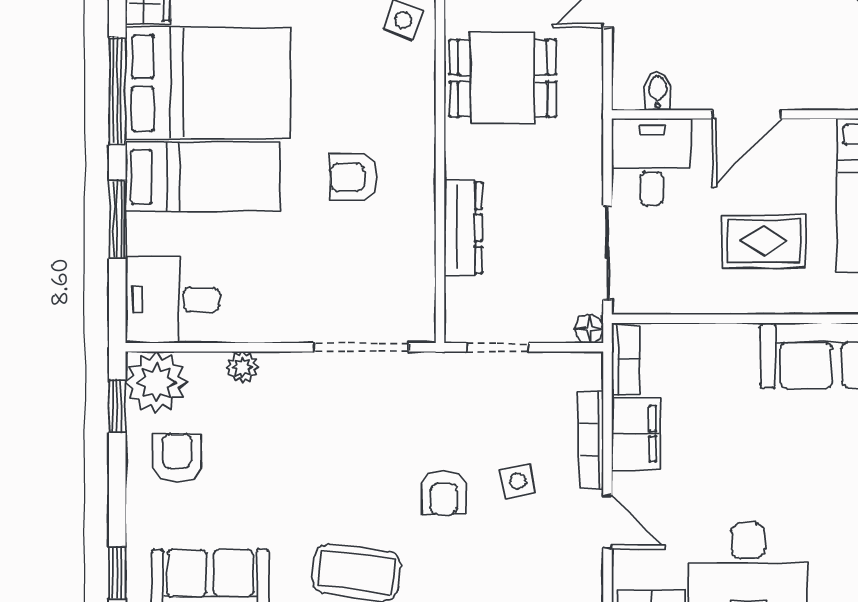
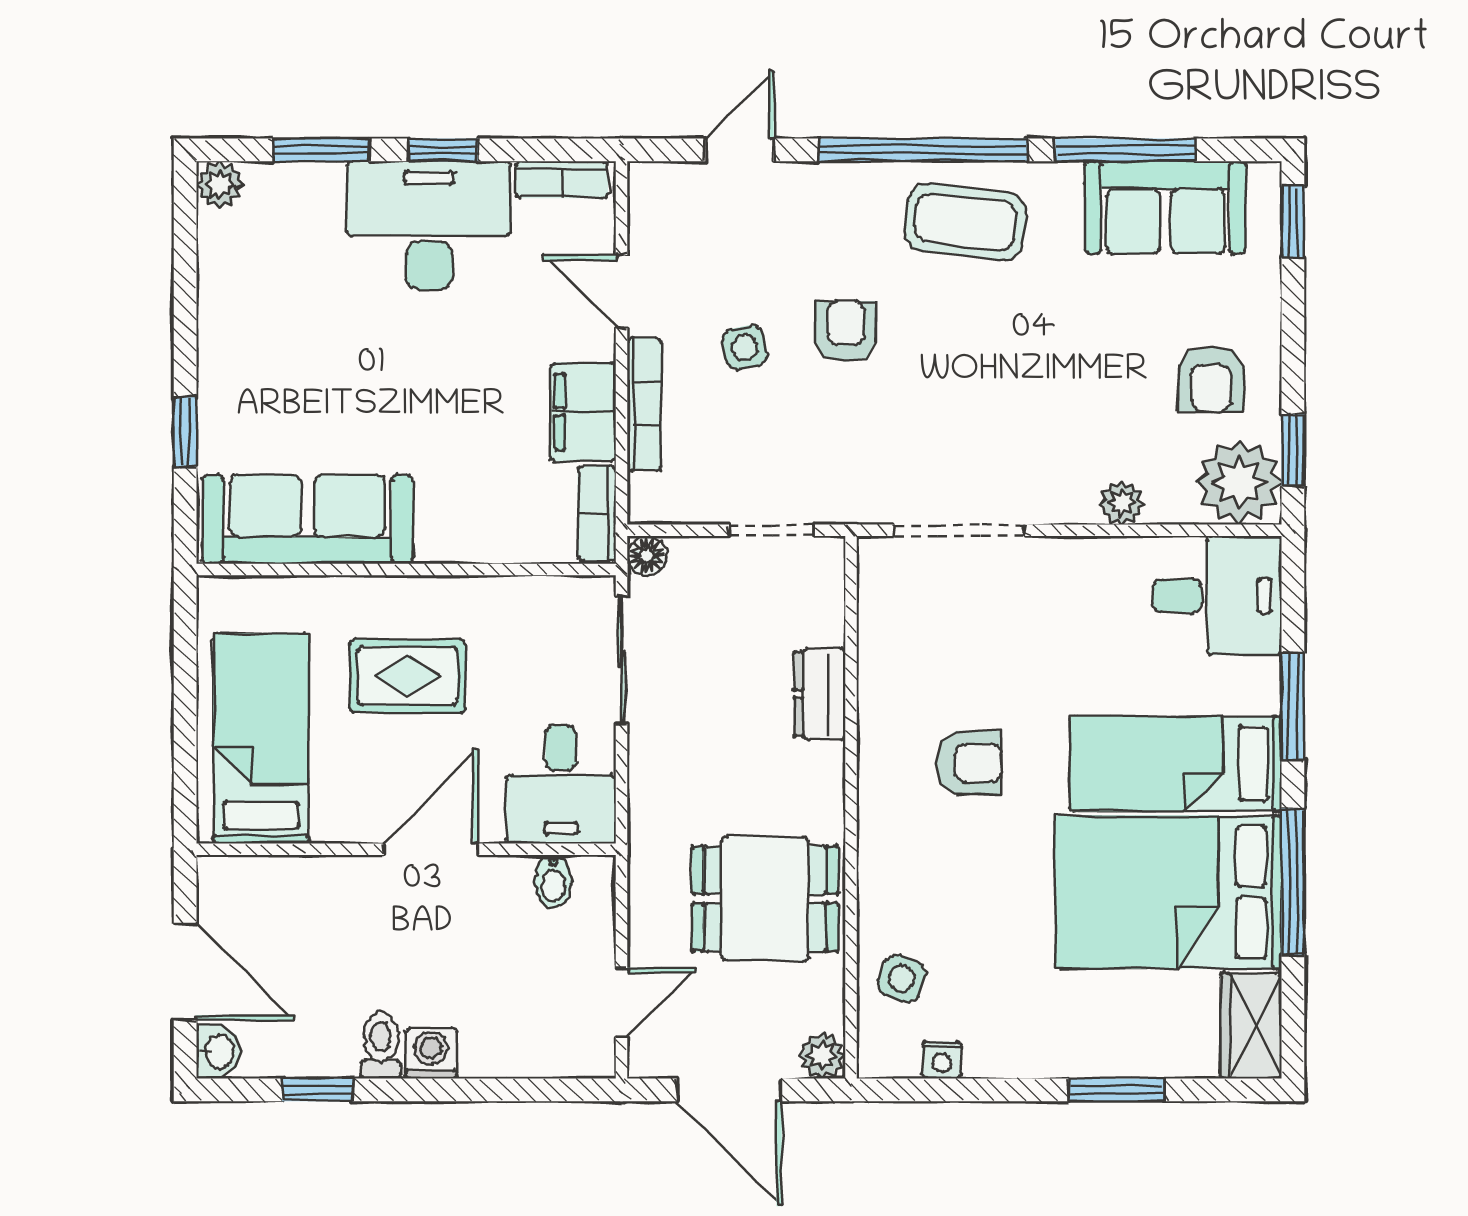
dresser: (463, 228) -> (820, 694), width x0.70

